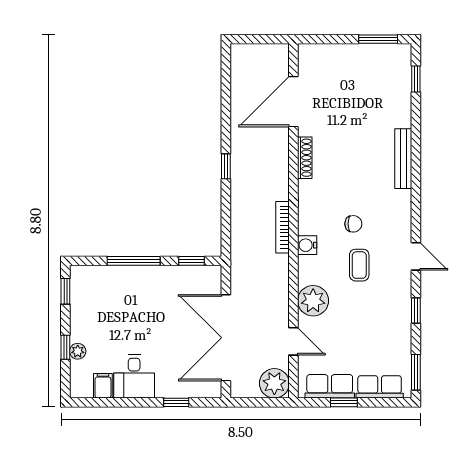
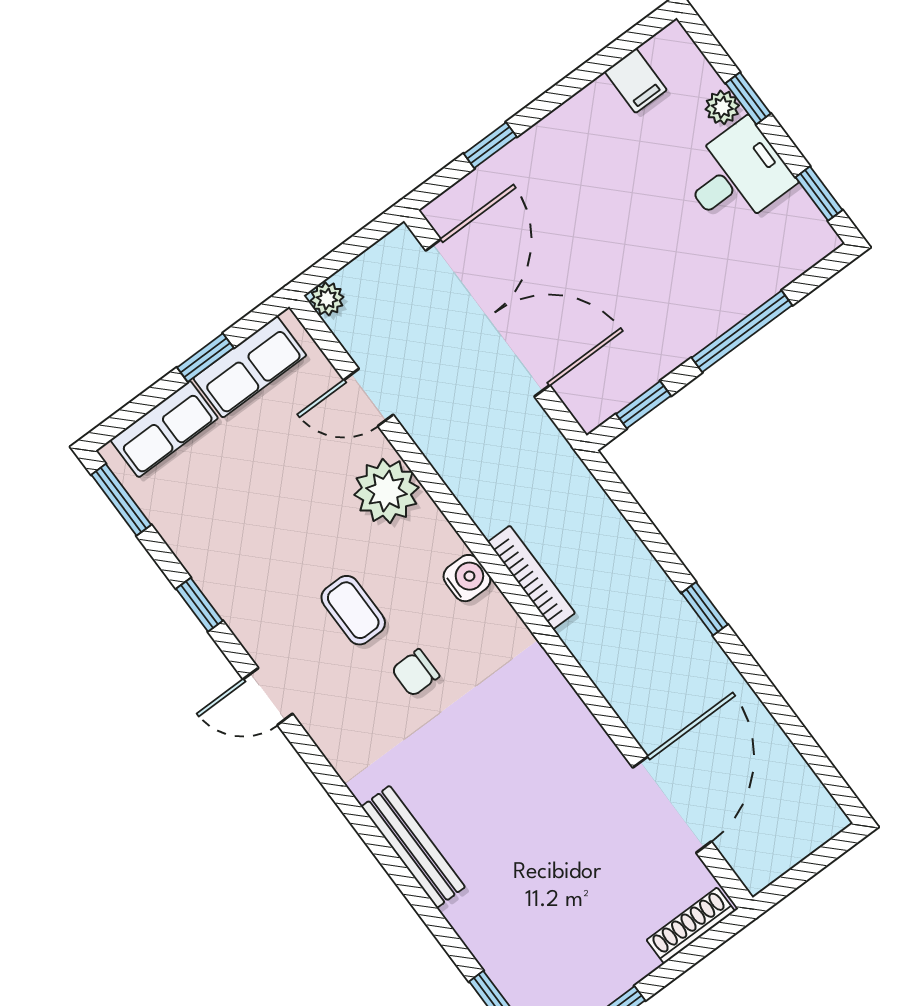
shoe rack: (305, 158) -> (691, 926), moved, turned 90
desk: (134, 376) -> (737, 175), moved, turned 90
plant: (274, 383) -> (327, 299), width x0.53, depth x0.53

